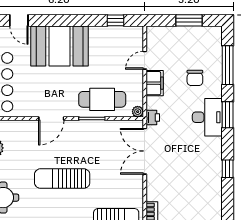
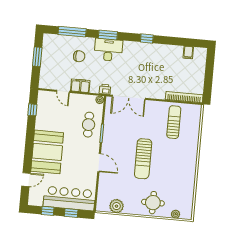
cafe table: (102, 99) -> (89, 125), width x0.73, depth x0.74

